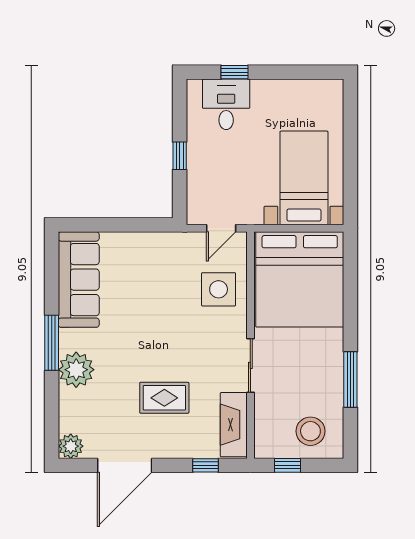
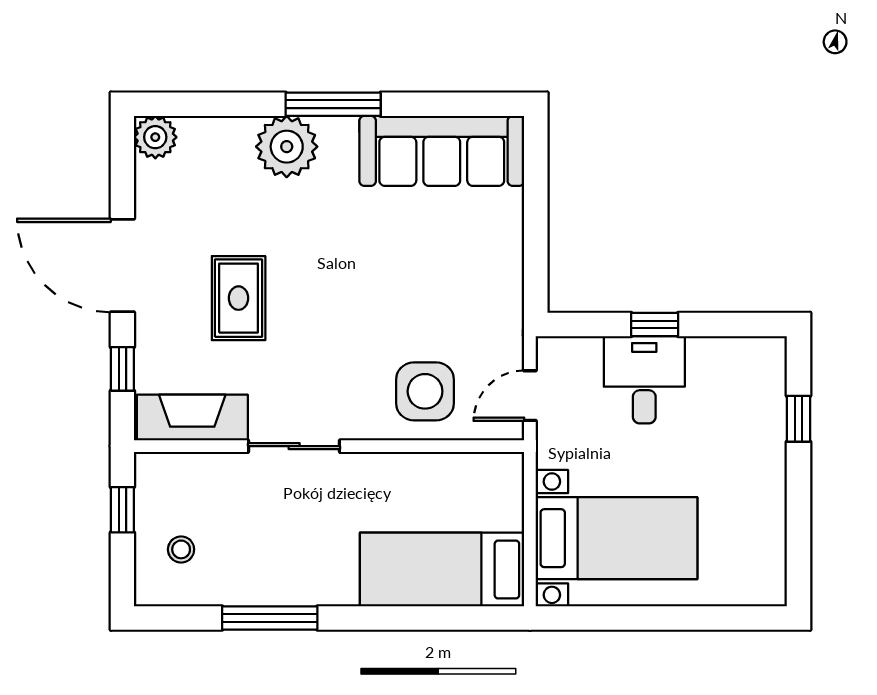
desk: (226, 104) -> (644, 380), moved, turned -90
door: (221, 228) -> (530, 396), hinge flipped
bed: (300, 279) -> (442, 570), width x0.49
stool: (310, 431) -> (181, 549), width x0.53, depth x0.53
door: (125, 465) -> (122, 265), moved

